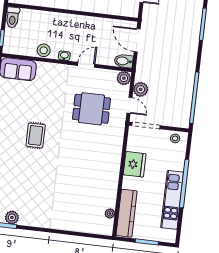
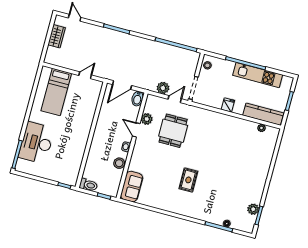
plant: (124, 78) -> (147, 119), moved
rug: (36, 135) -> (188, 180), turned 90
fridge: (135, 164) -> (228, 105), width x0.53, depth x0.75

